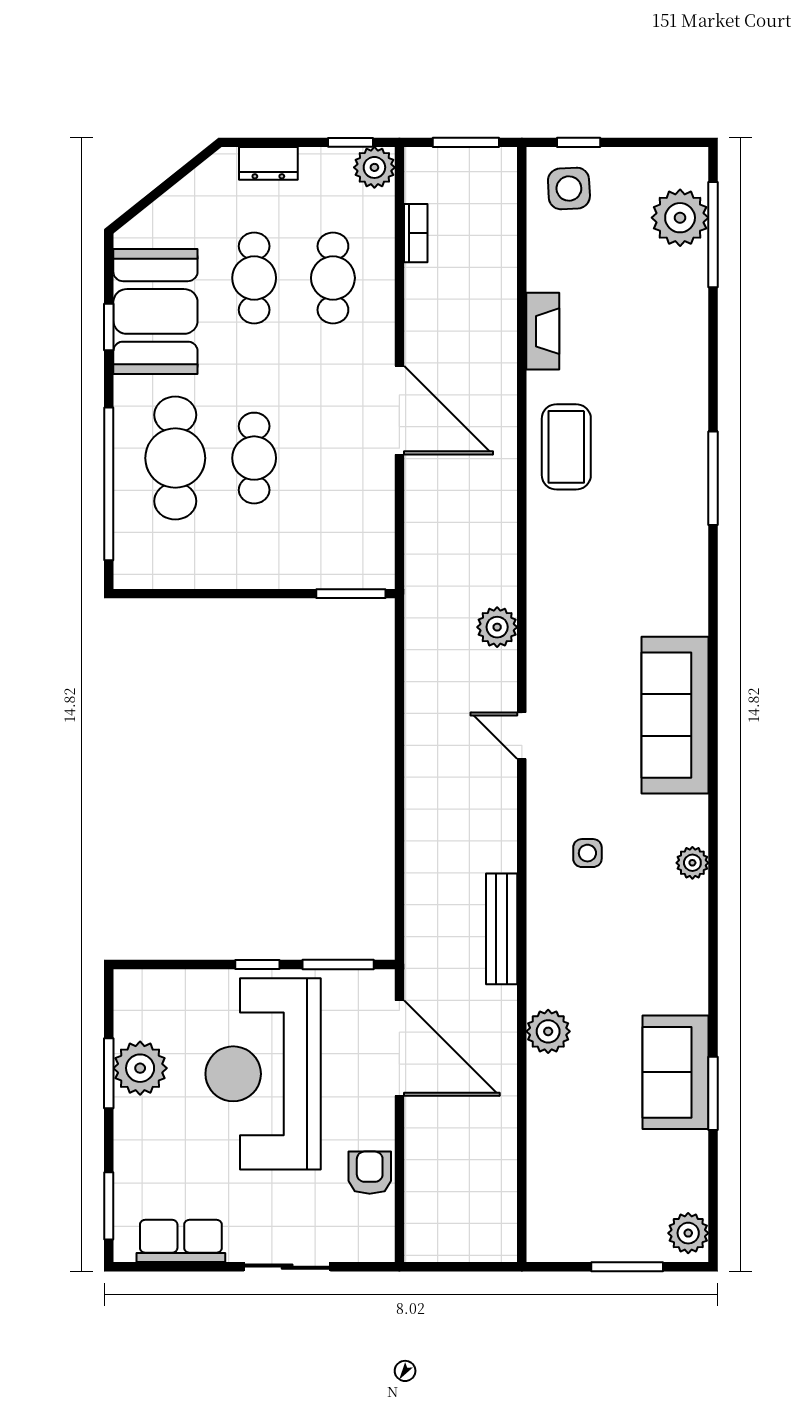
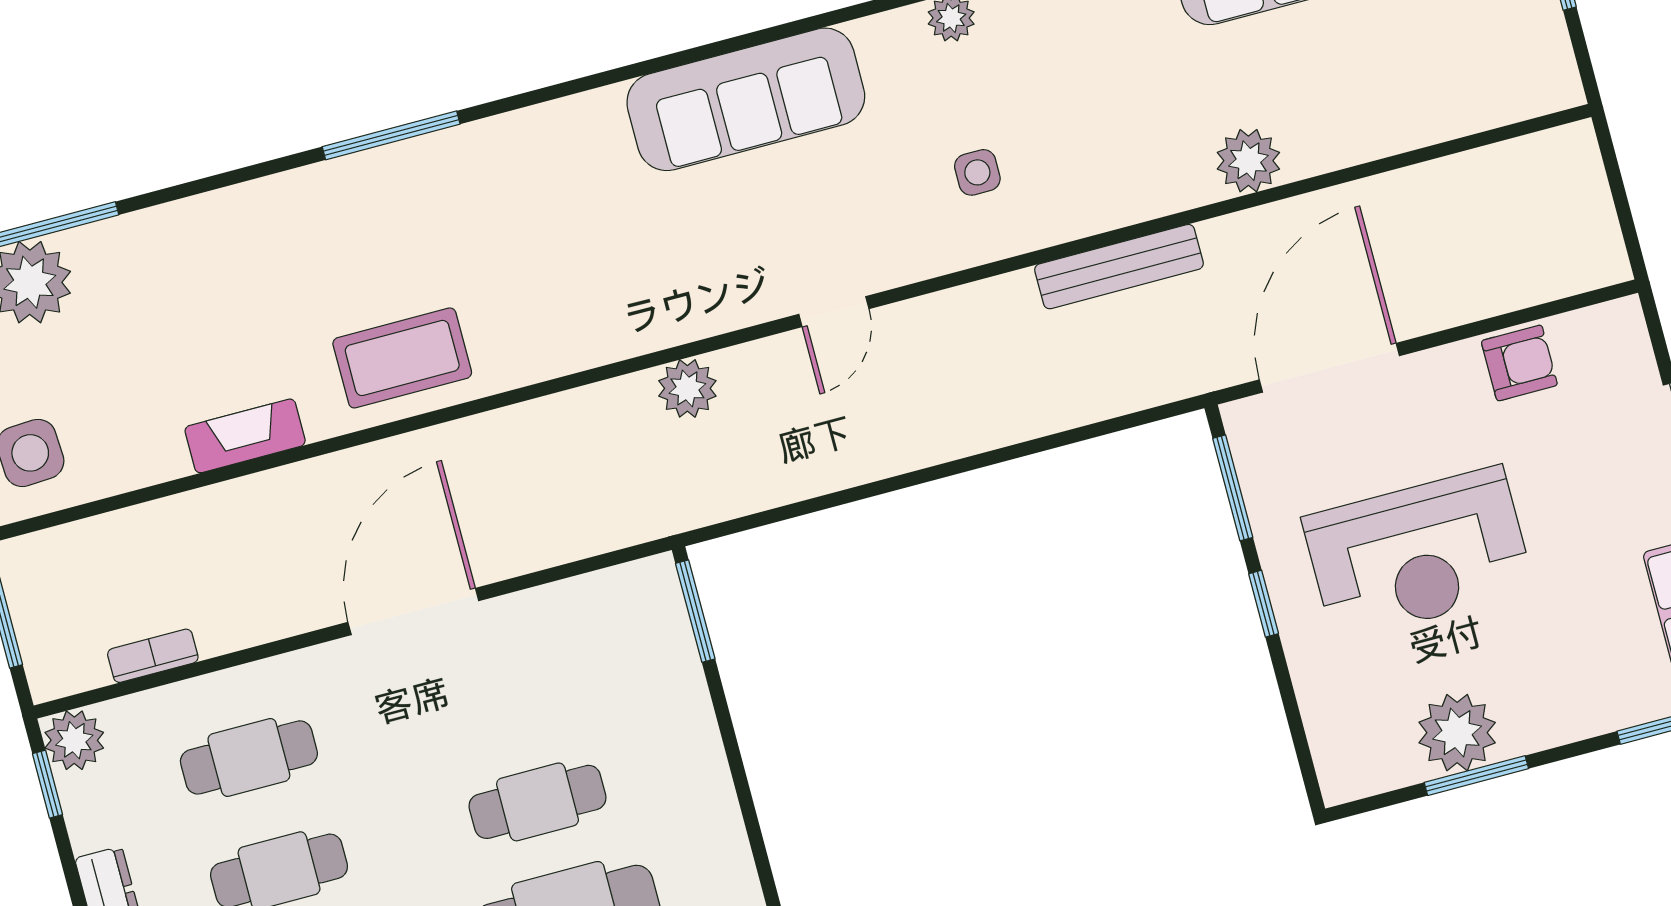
reception desk: (263, 1074) -> (1418, 554), width x0.74, depth x0.77
armchair: (370, 1173) -> (1519, 363), turned 180

